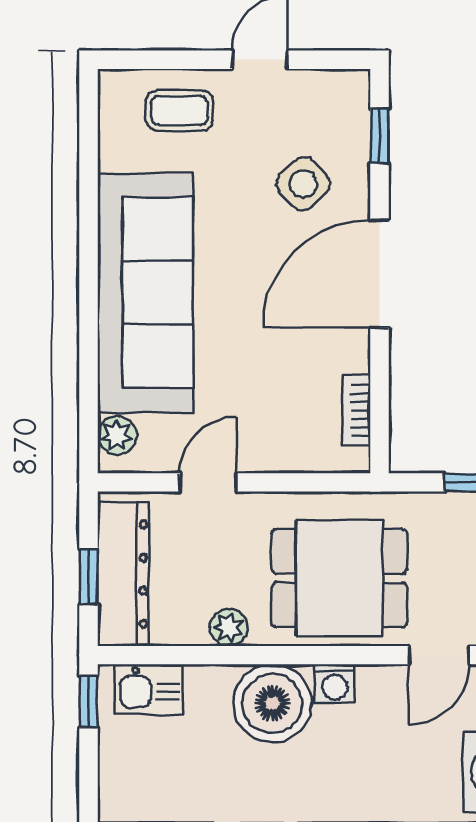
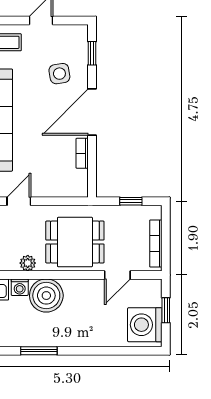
side table: (303, 184) -> (59, 74), turned 34
bookcase: (356, 410) -> (82, 153), moved
washing machine: (335, 684) -> (20, 287), moved

